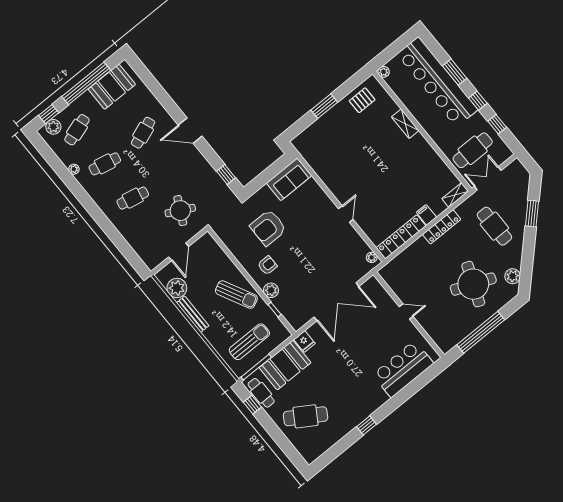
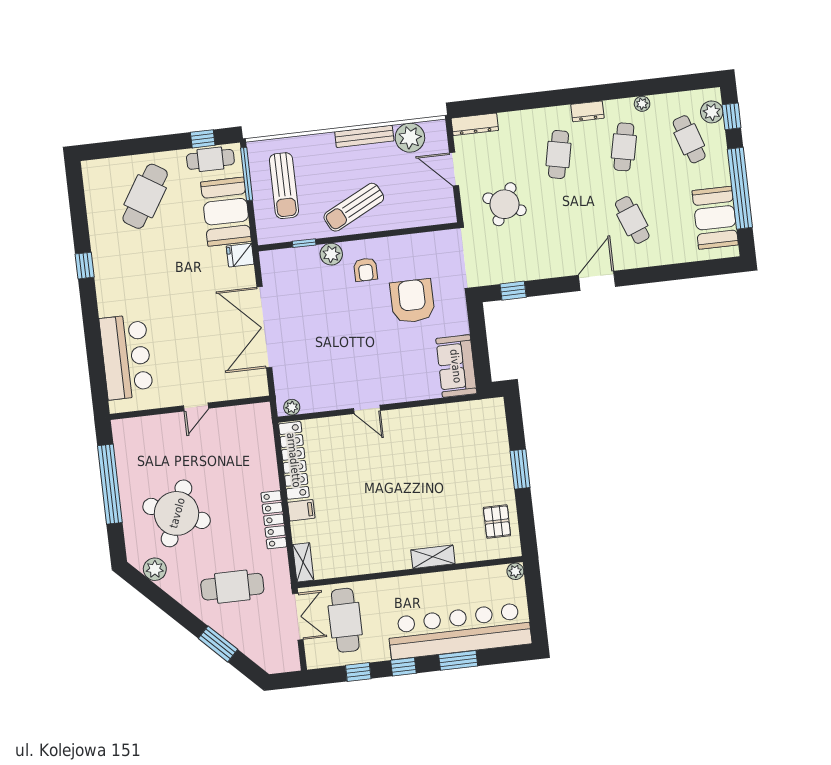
dresser: (98, 197) -> (587, 111), added
dresser: (146, 256) -> (475, 124), added

